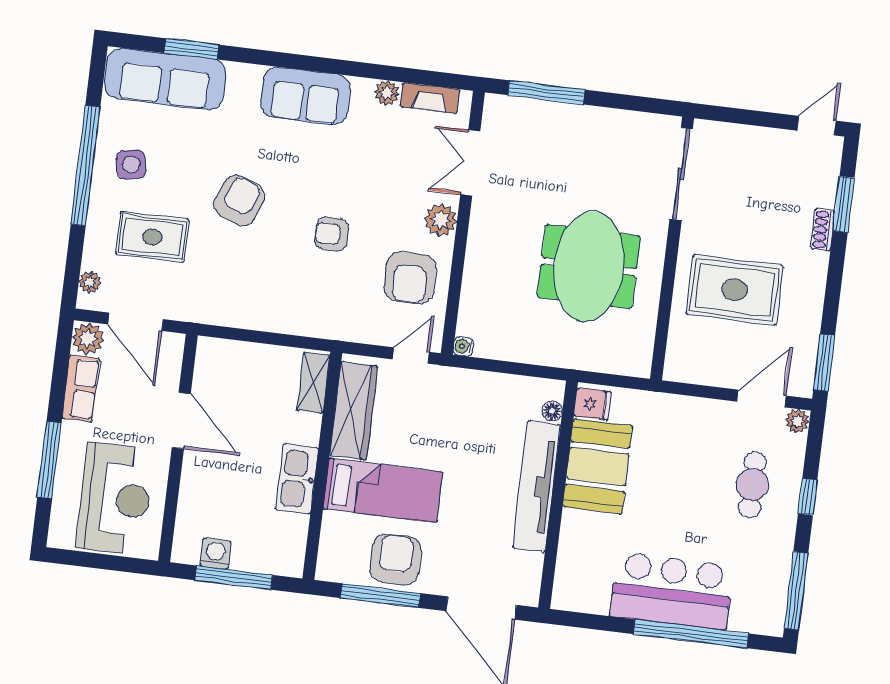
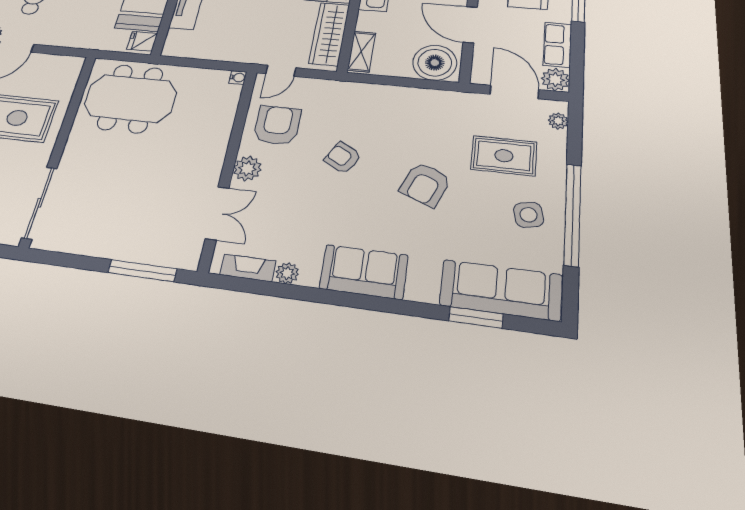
armchair: (332, 234) -> (343, 158), turned -151
meeting table: (589, 267) -> (130, 98), moved, turned 90
boiler: (225, 365) -> (435, 63), added
floor lamp: (552, 411) -> (174, 36), removed

